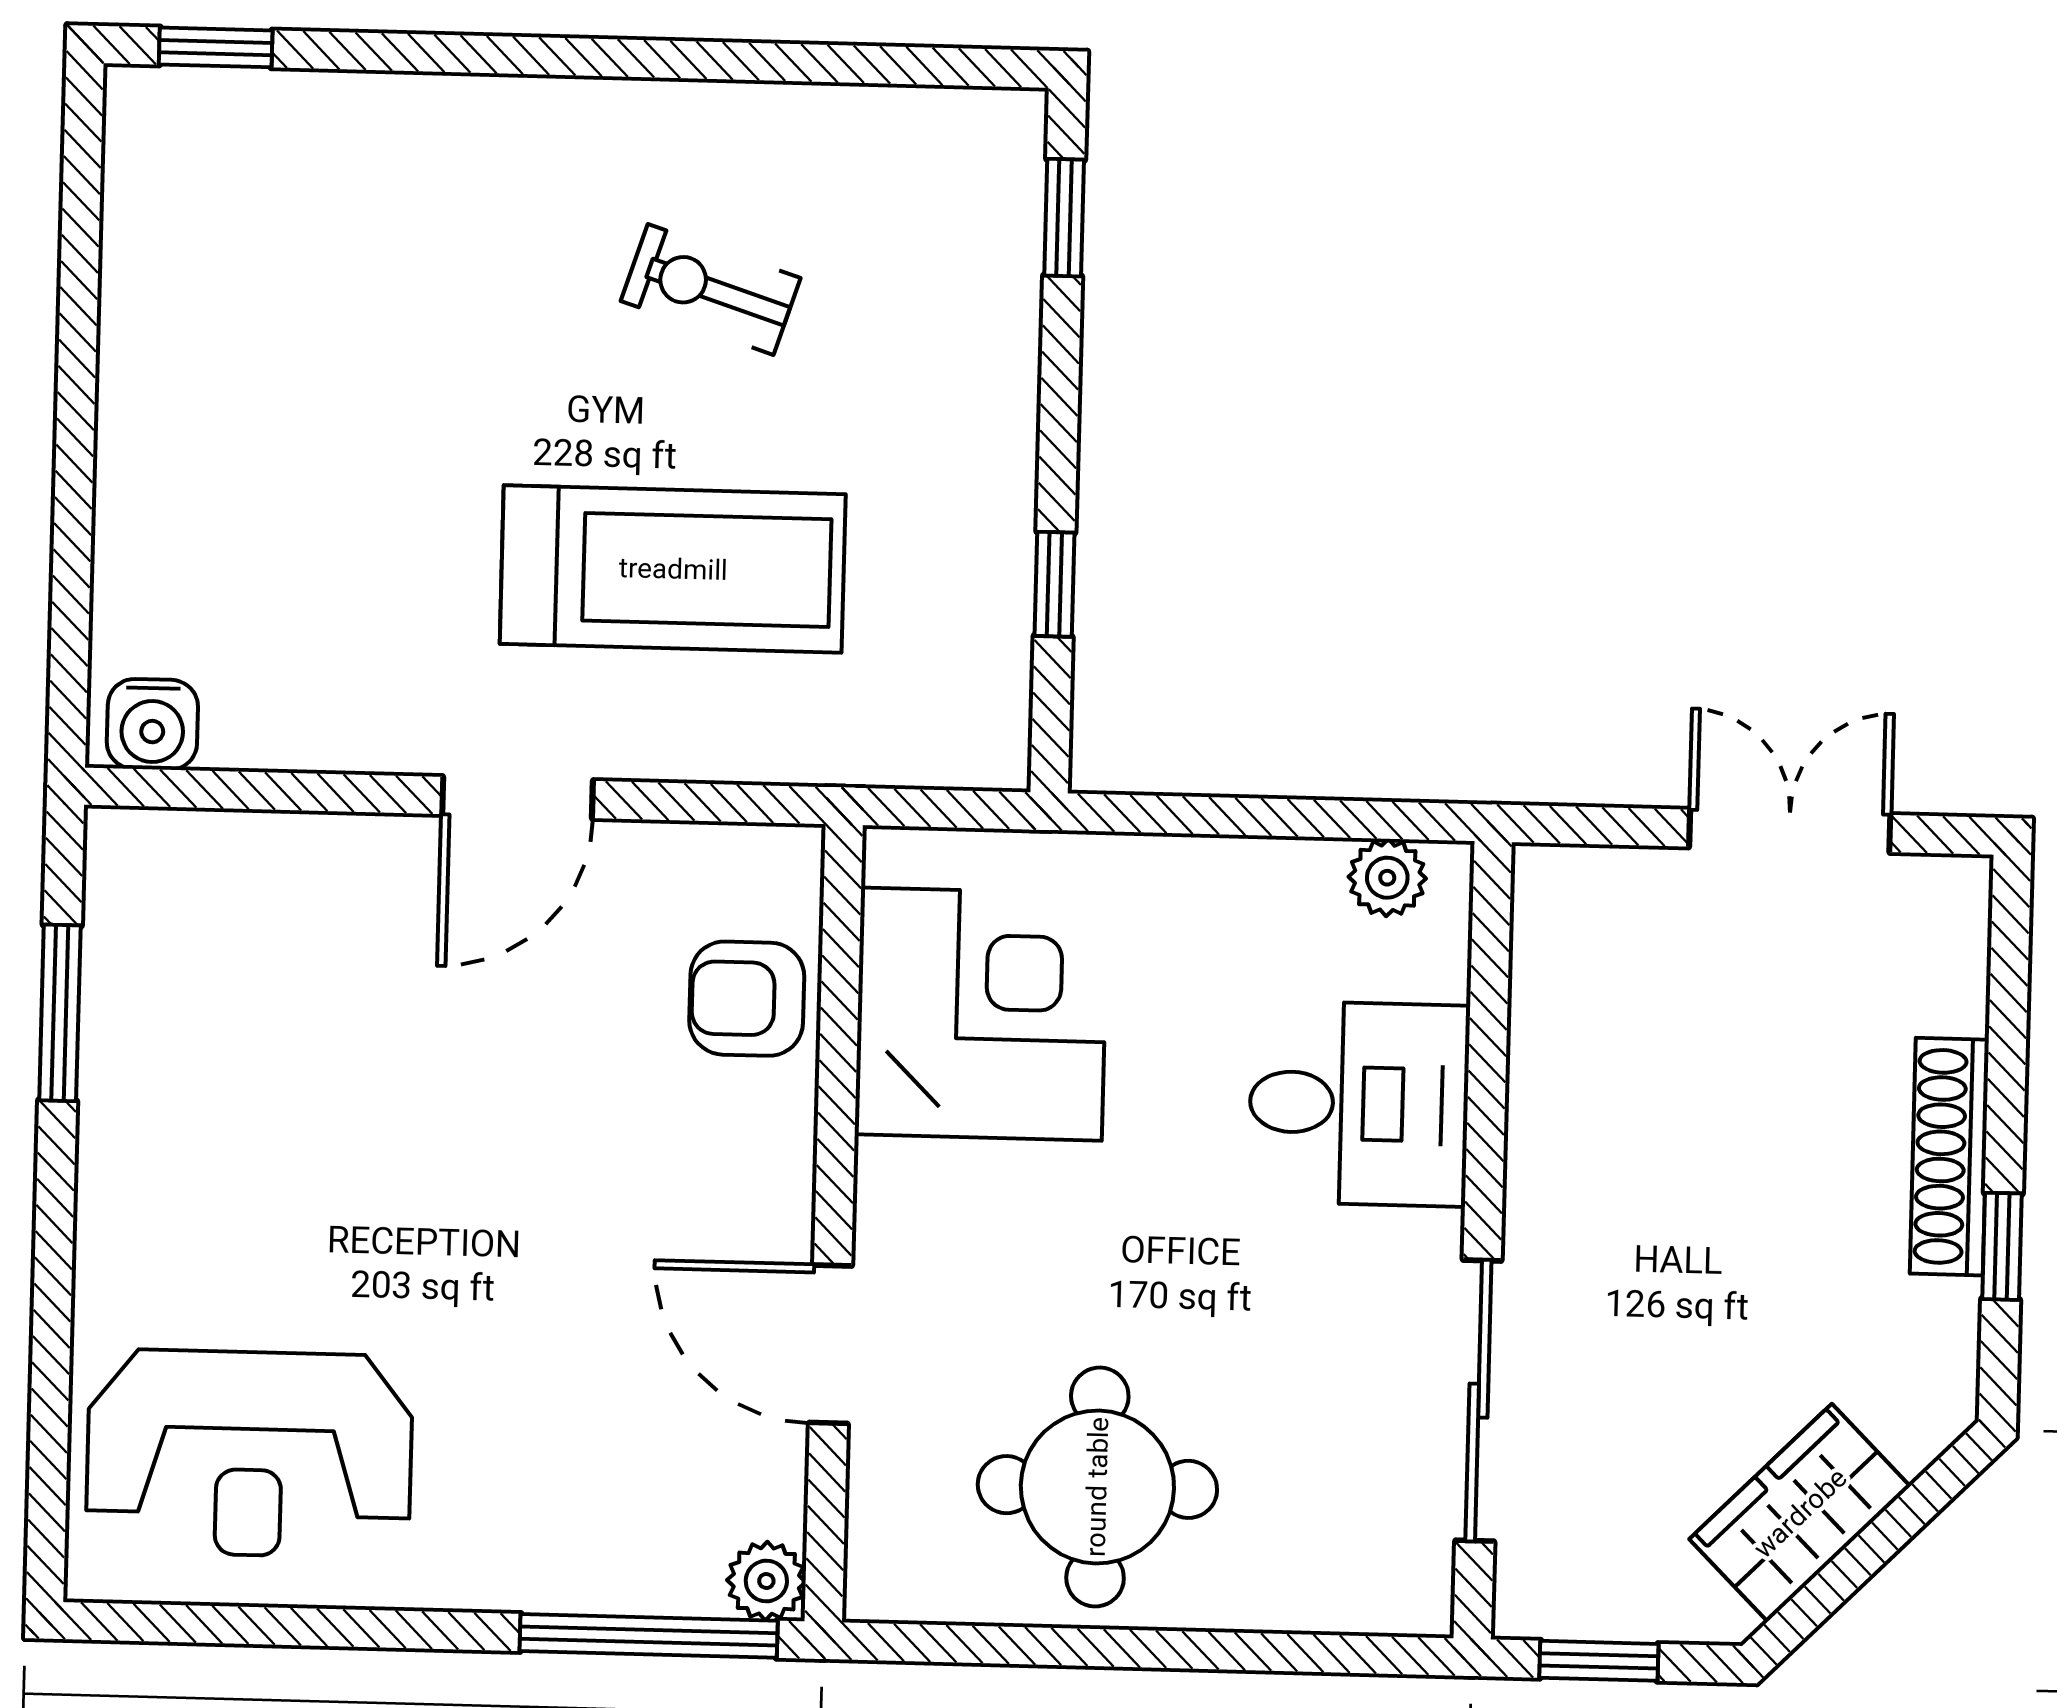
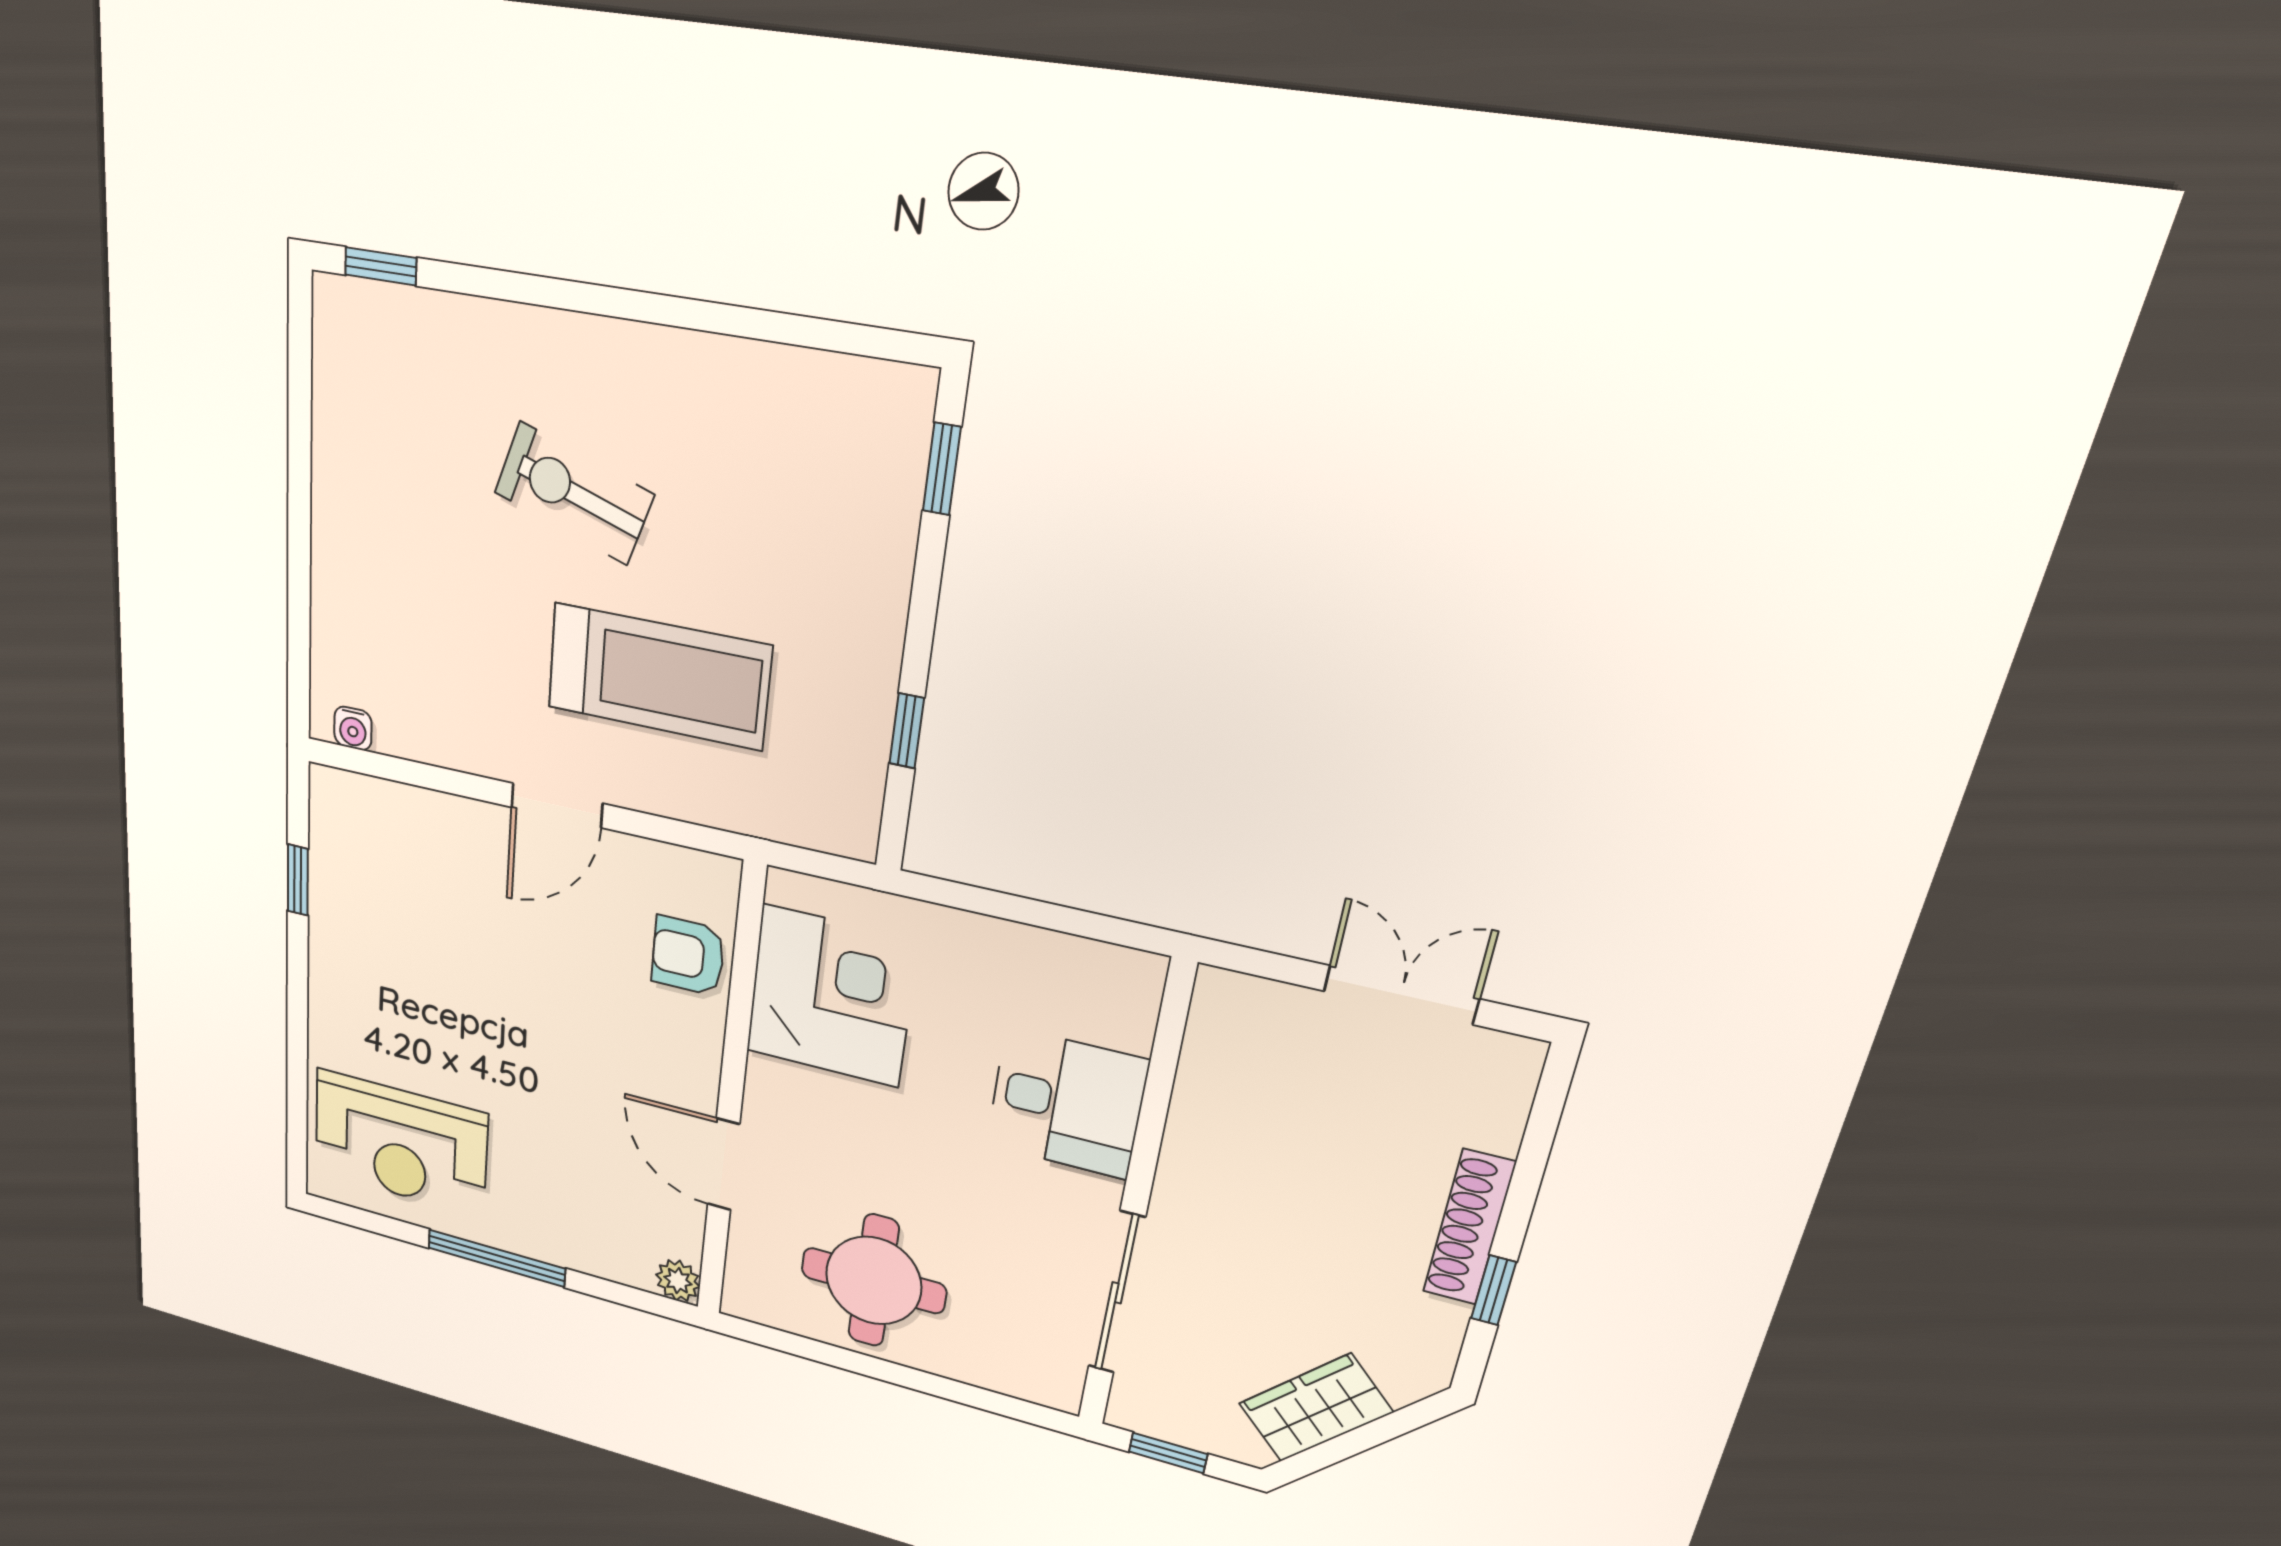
exercise bike: (711, 289) -> (574, 493), moved, width x1.38, depth x1.39
water cooler: (152, 724) -> (353, 728), width x0.72, depth x0.72
plant: (1387, 878) -> (1107, 967), removed
window: (60, 1013) -> (298, 880), width x0.67
window: (649, 1636) -> (496, 1258), moved

